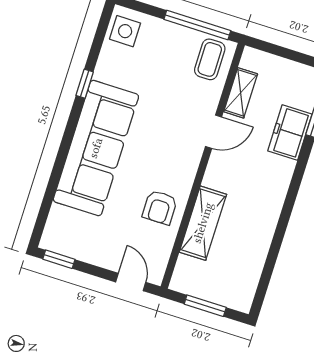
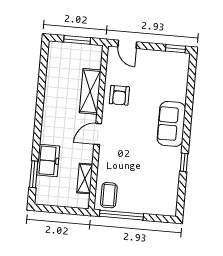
side table: (125, 31) -> (166, 201), removed
door: (214, 132) -> (98, 134), moved
sofa: (96, 148) -> (171, 124), width x0.54, depth x0.79
armchair: (160, 207) -> (119, 95), turned 180

